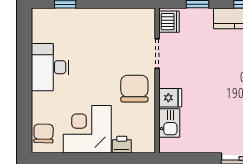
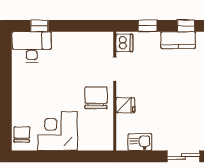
desk: (50, 67) -> (32, 47), moved, turned 90
kitchen sink: (169, 123) -> (140, 142), moved, turned -90
printer: (122, 145) -> (86, 144), removed

